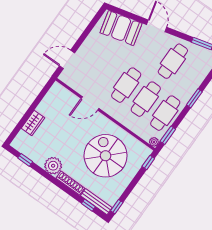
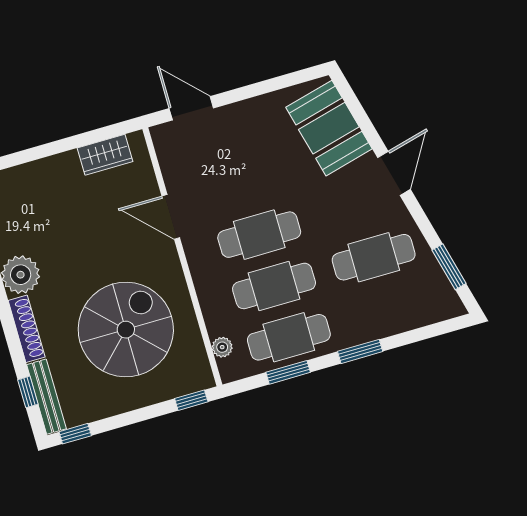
wardrobe: (33, 123) -> (105, 155), moved
window: (168, 135) -> (288, 372), moved
plant: (154, 142) -> (222, 347), moved

